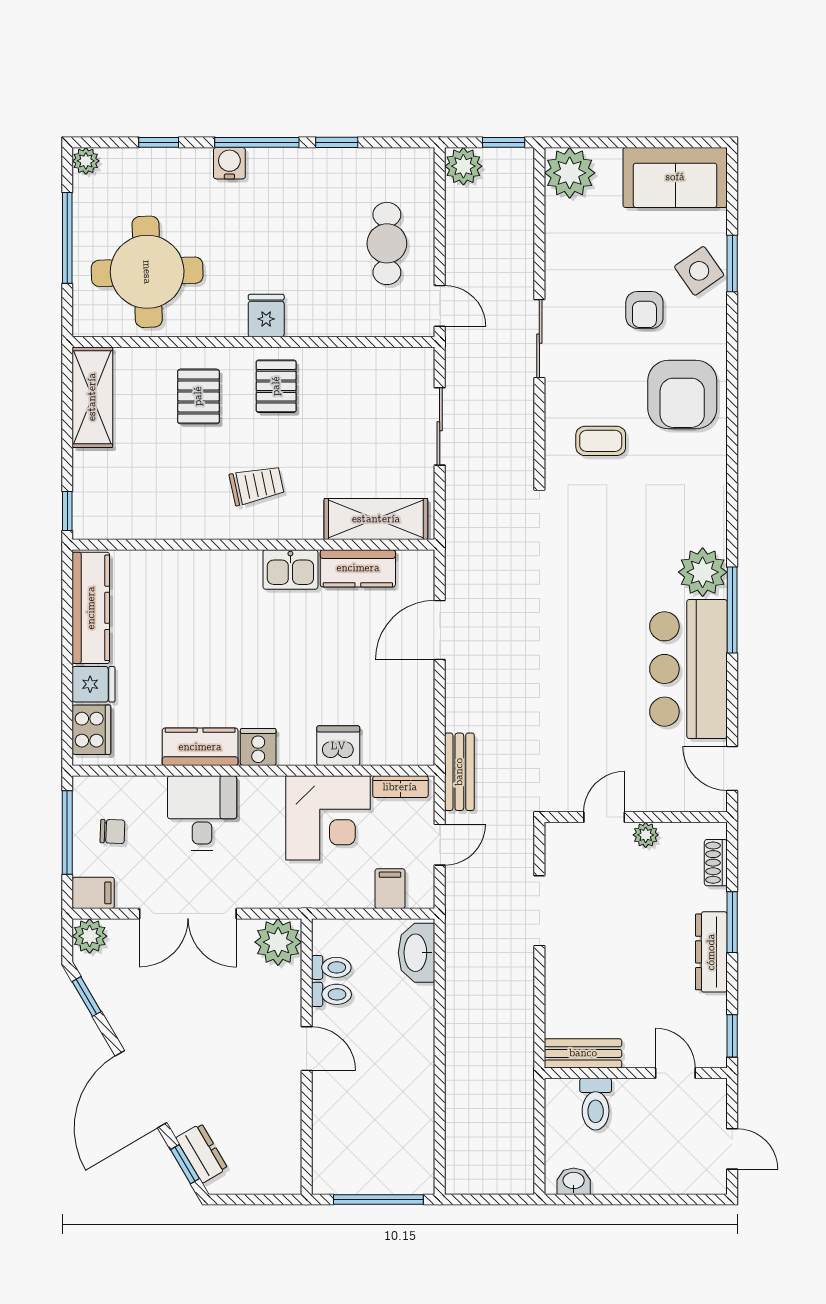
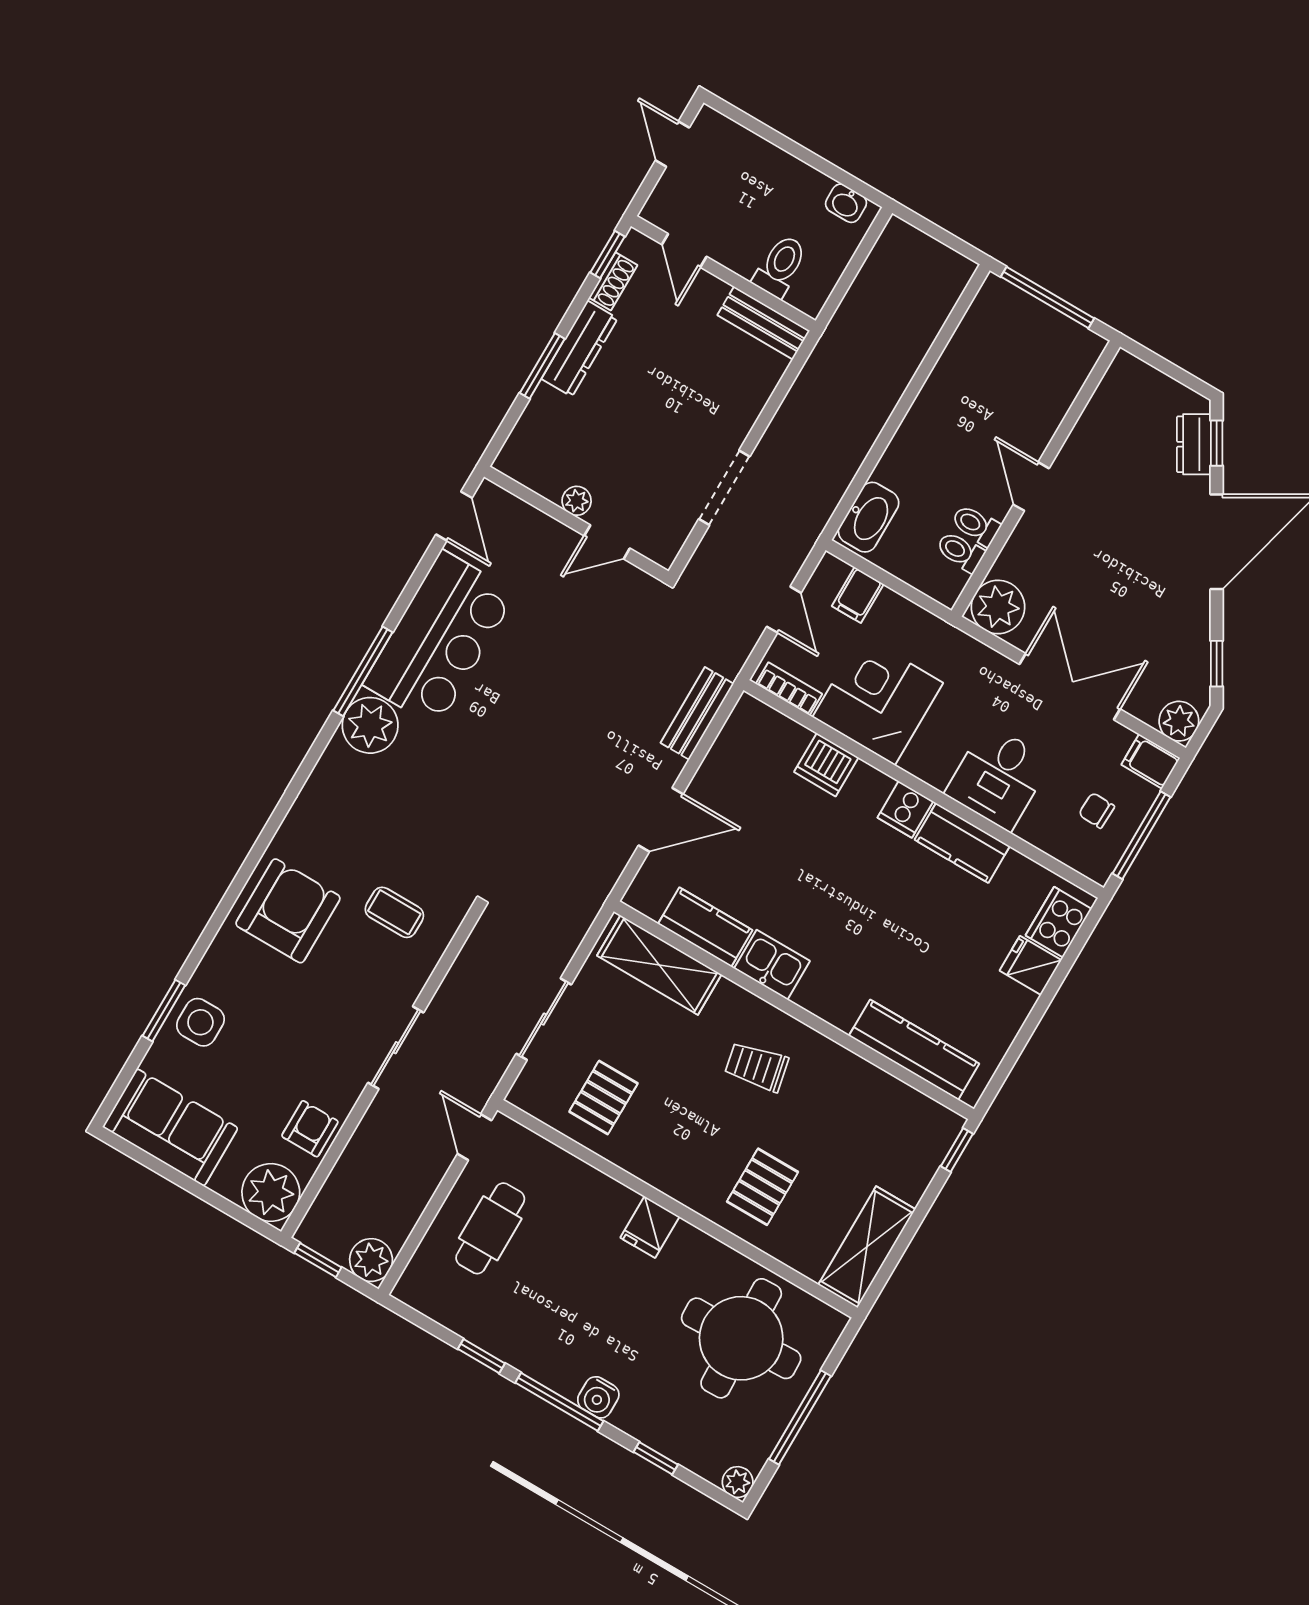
side table: (699, 271) -> (200, 1022), turned 35
armchair: (644, 310) -> (310, 1129), moved
pallet: (276, 386) -> (603, 1097), moved
kitchen counter: (91, 608) -> (914, 1050), moved, turned 90
bench: (459, 772) -> (697, 713), moved
door: (440, 845) -> (784, 610), swing flipped
shoe rack: (716, 863) -> (613, 281), moved

